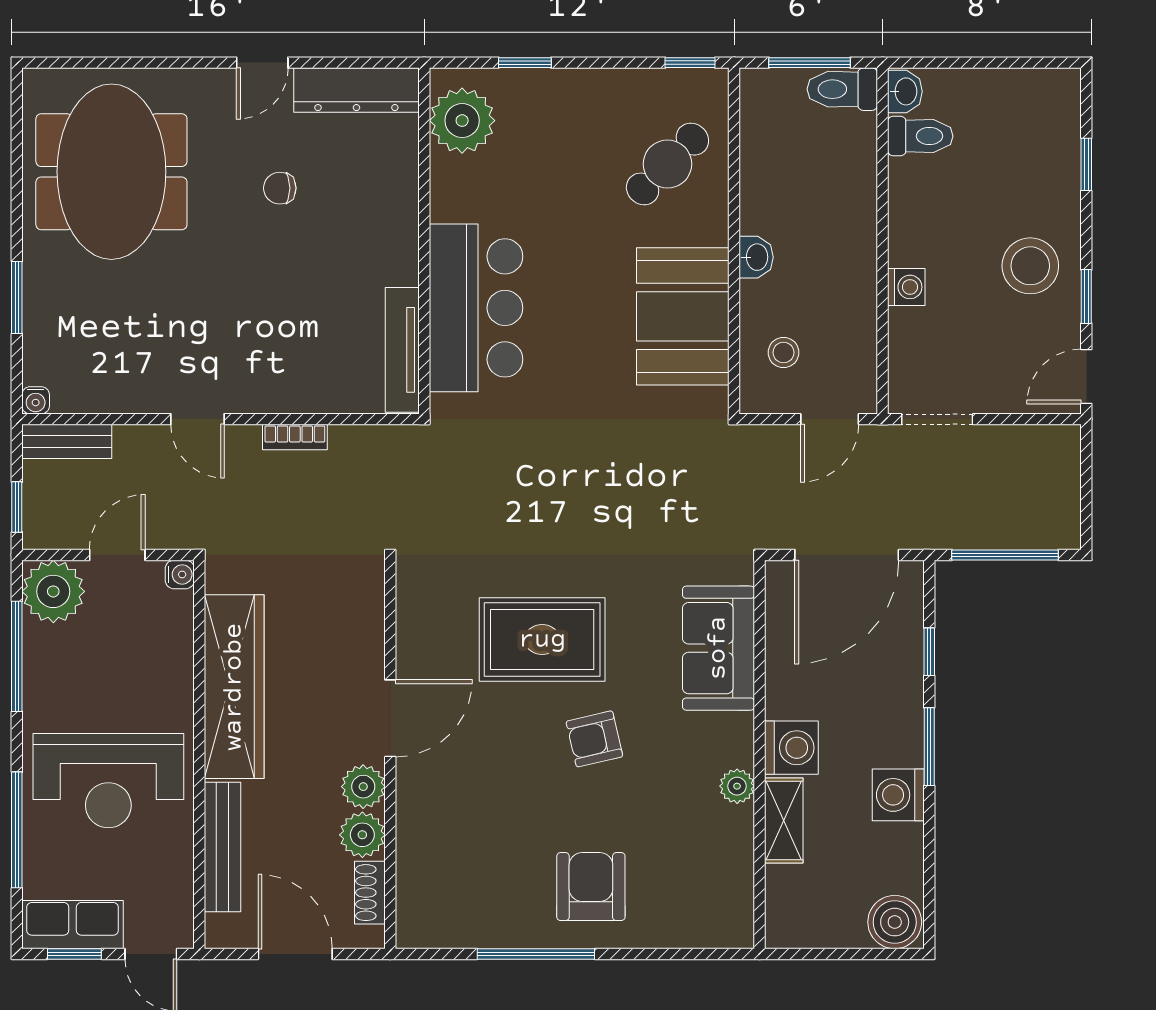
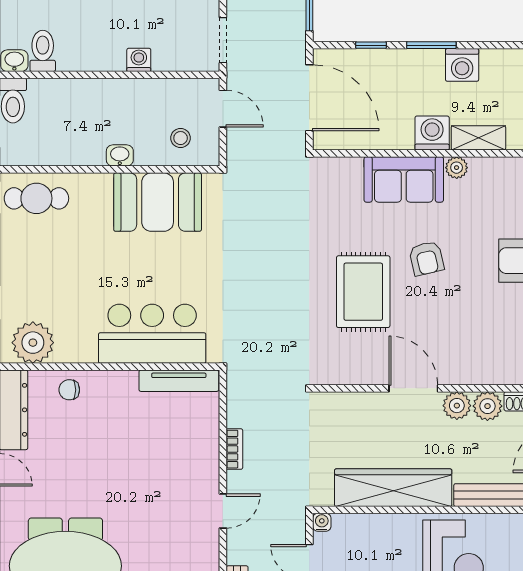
cafe table: (667, 164) -> (36, 198), moved, turned -45
chair: (280, 188) -> (69, 390), moved, turned 90
sofa: (718, 648) -> (404, 179), moved

